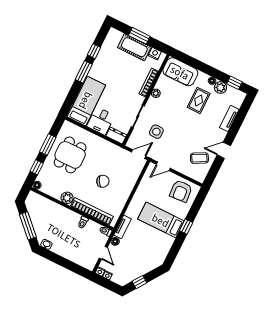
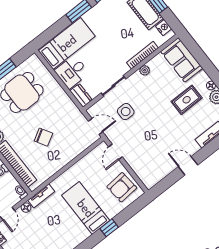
coffee table: (199, 158) -> (158, 162), removed
door: (163, 166) -> (115, 152), hinge flipped

